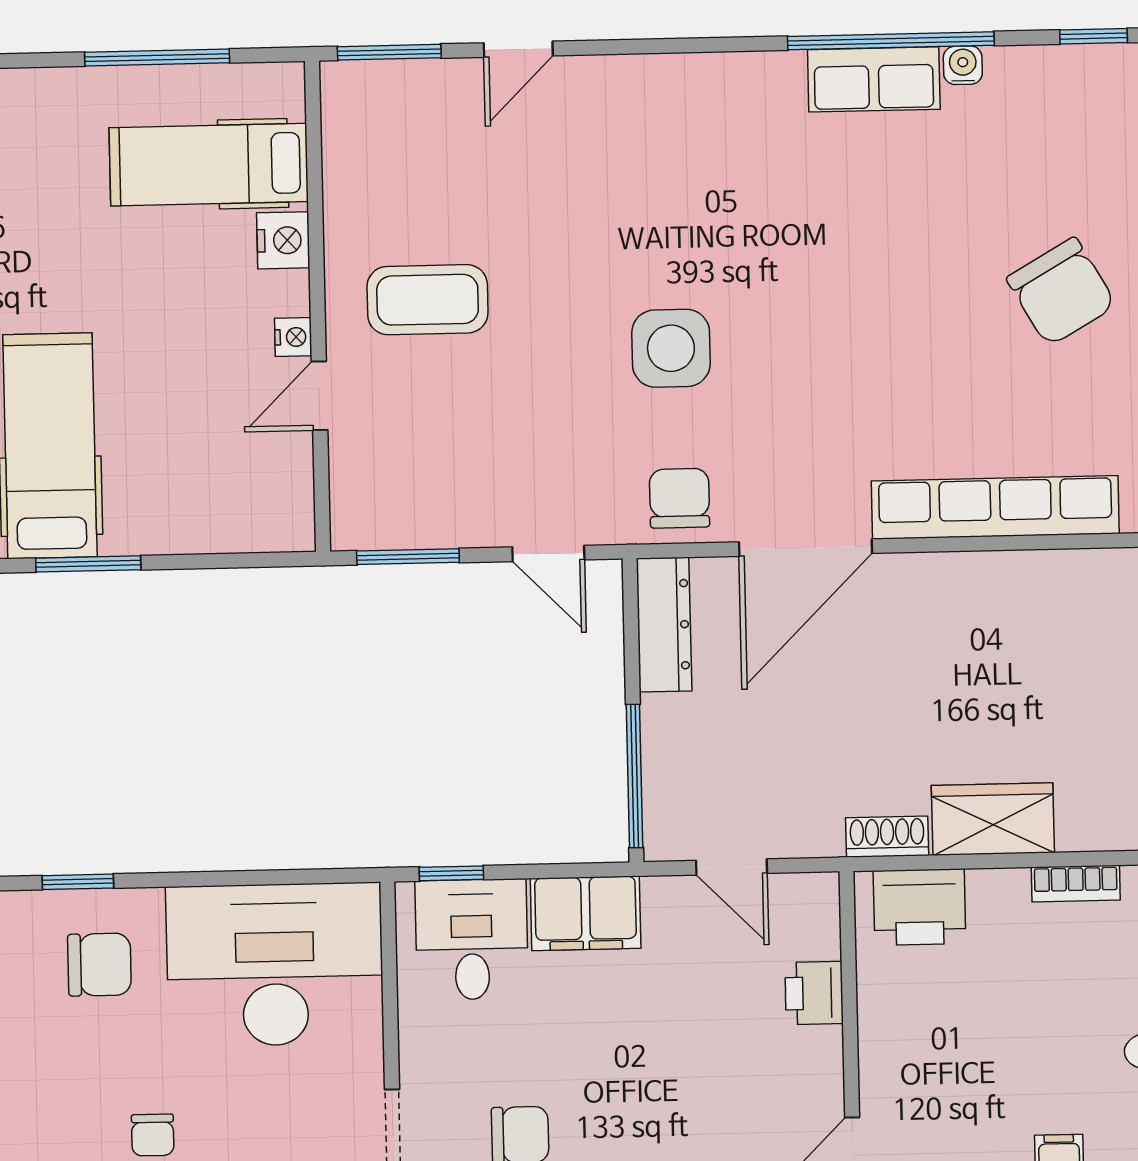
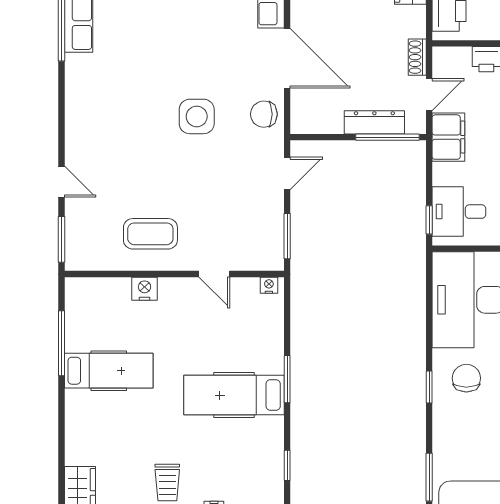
hospital bed: (209, 165) -> (109, 371), moved, turned -90
coffee table: (428, 300) -> (150, 234), moved, turned 90
nightstand: (293, 337) -> (269, 285), moved
dresser: (664, 625) -> (374, 122), moved
shoe rack: (887, 837) -> (417, 57), moved
filing cabinet: (586, 913) -> (448, 137), moved

